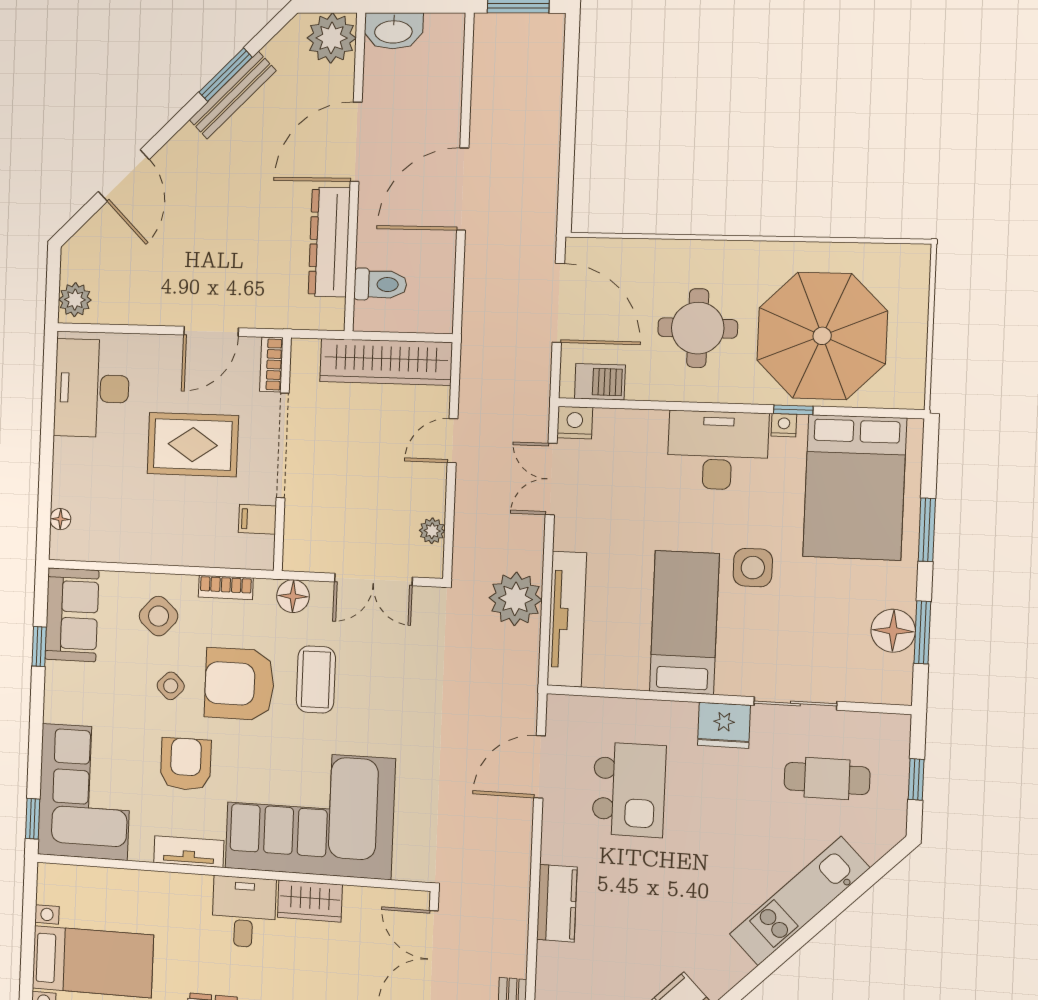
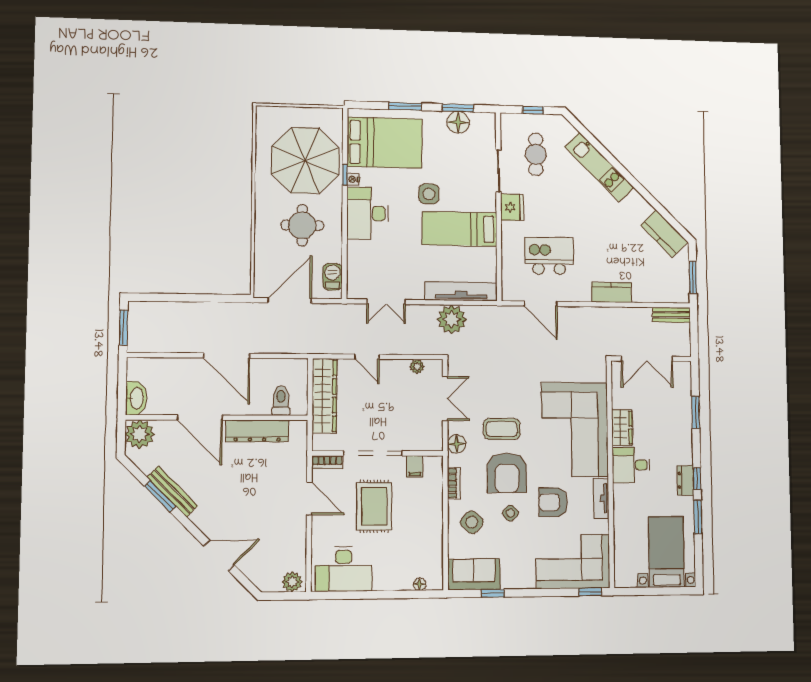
nightstand: (575, 423) -> (355, 290), removed

